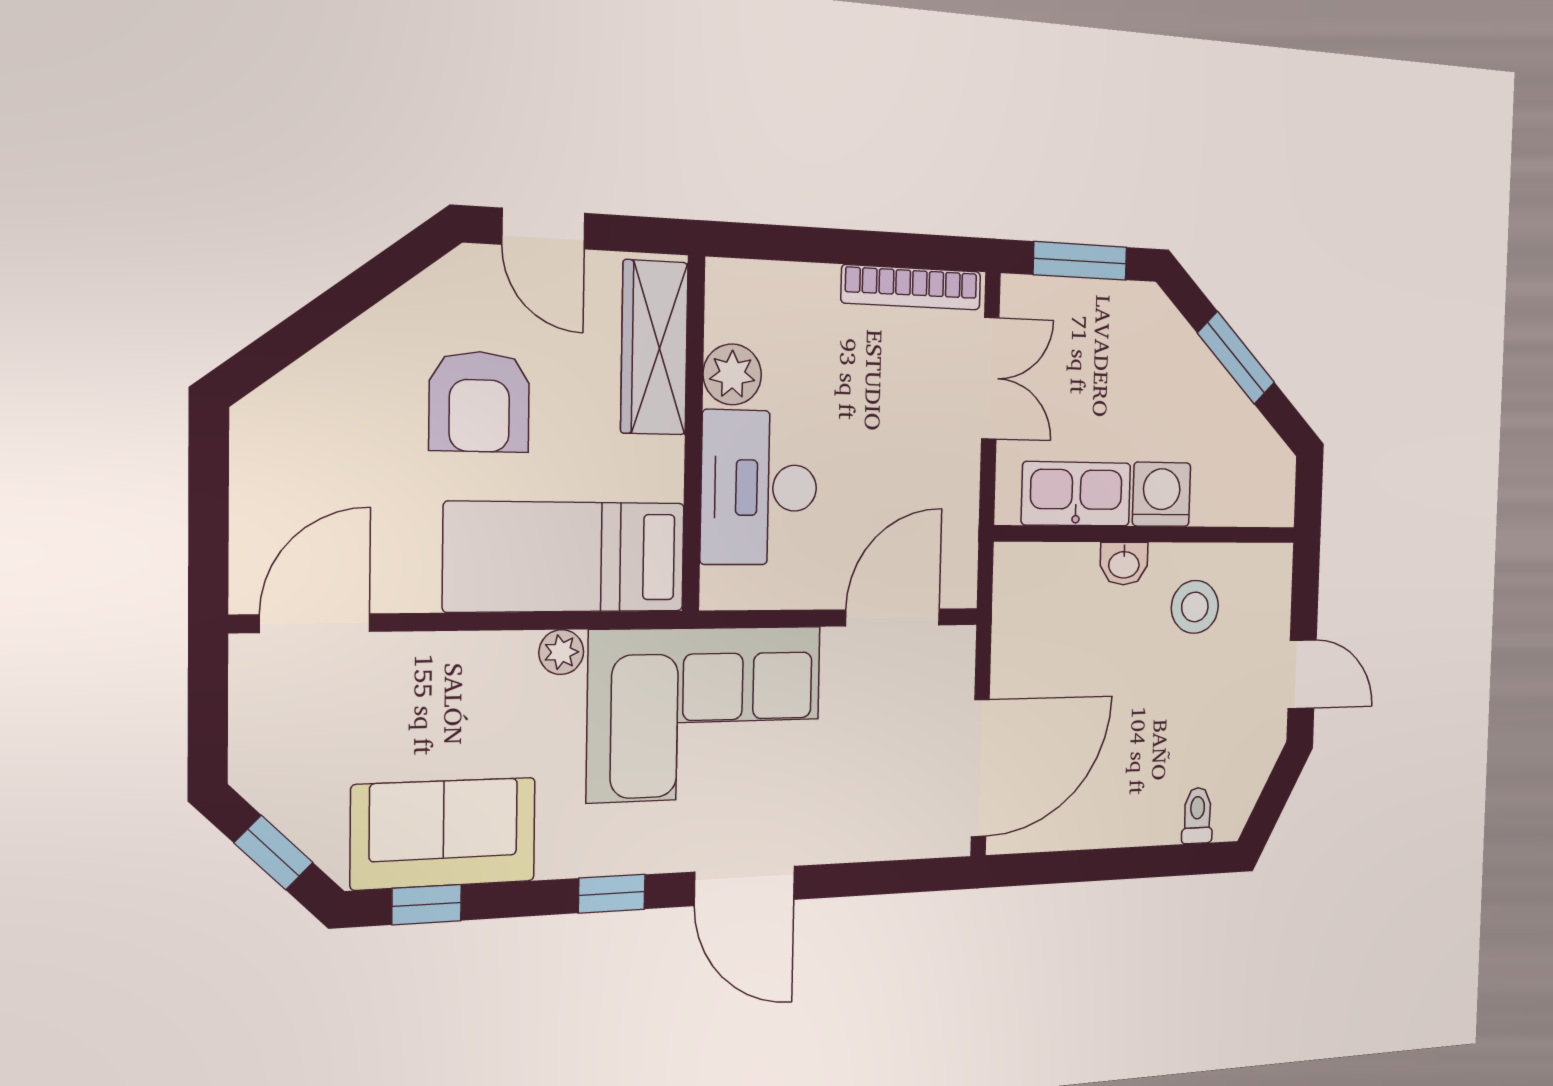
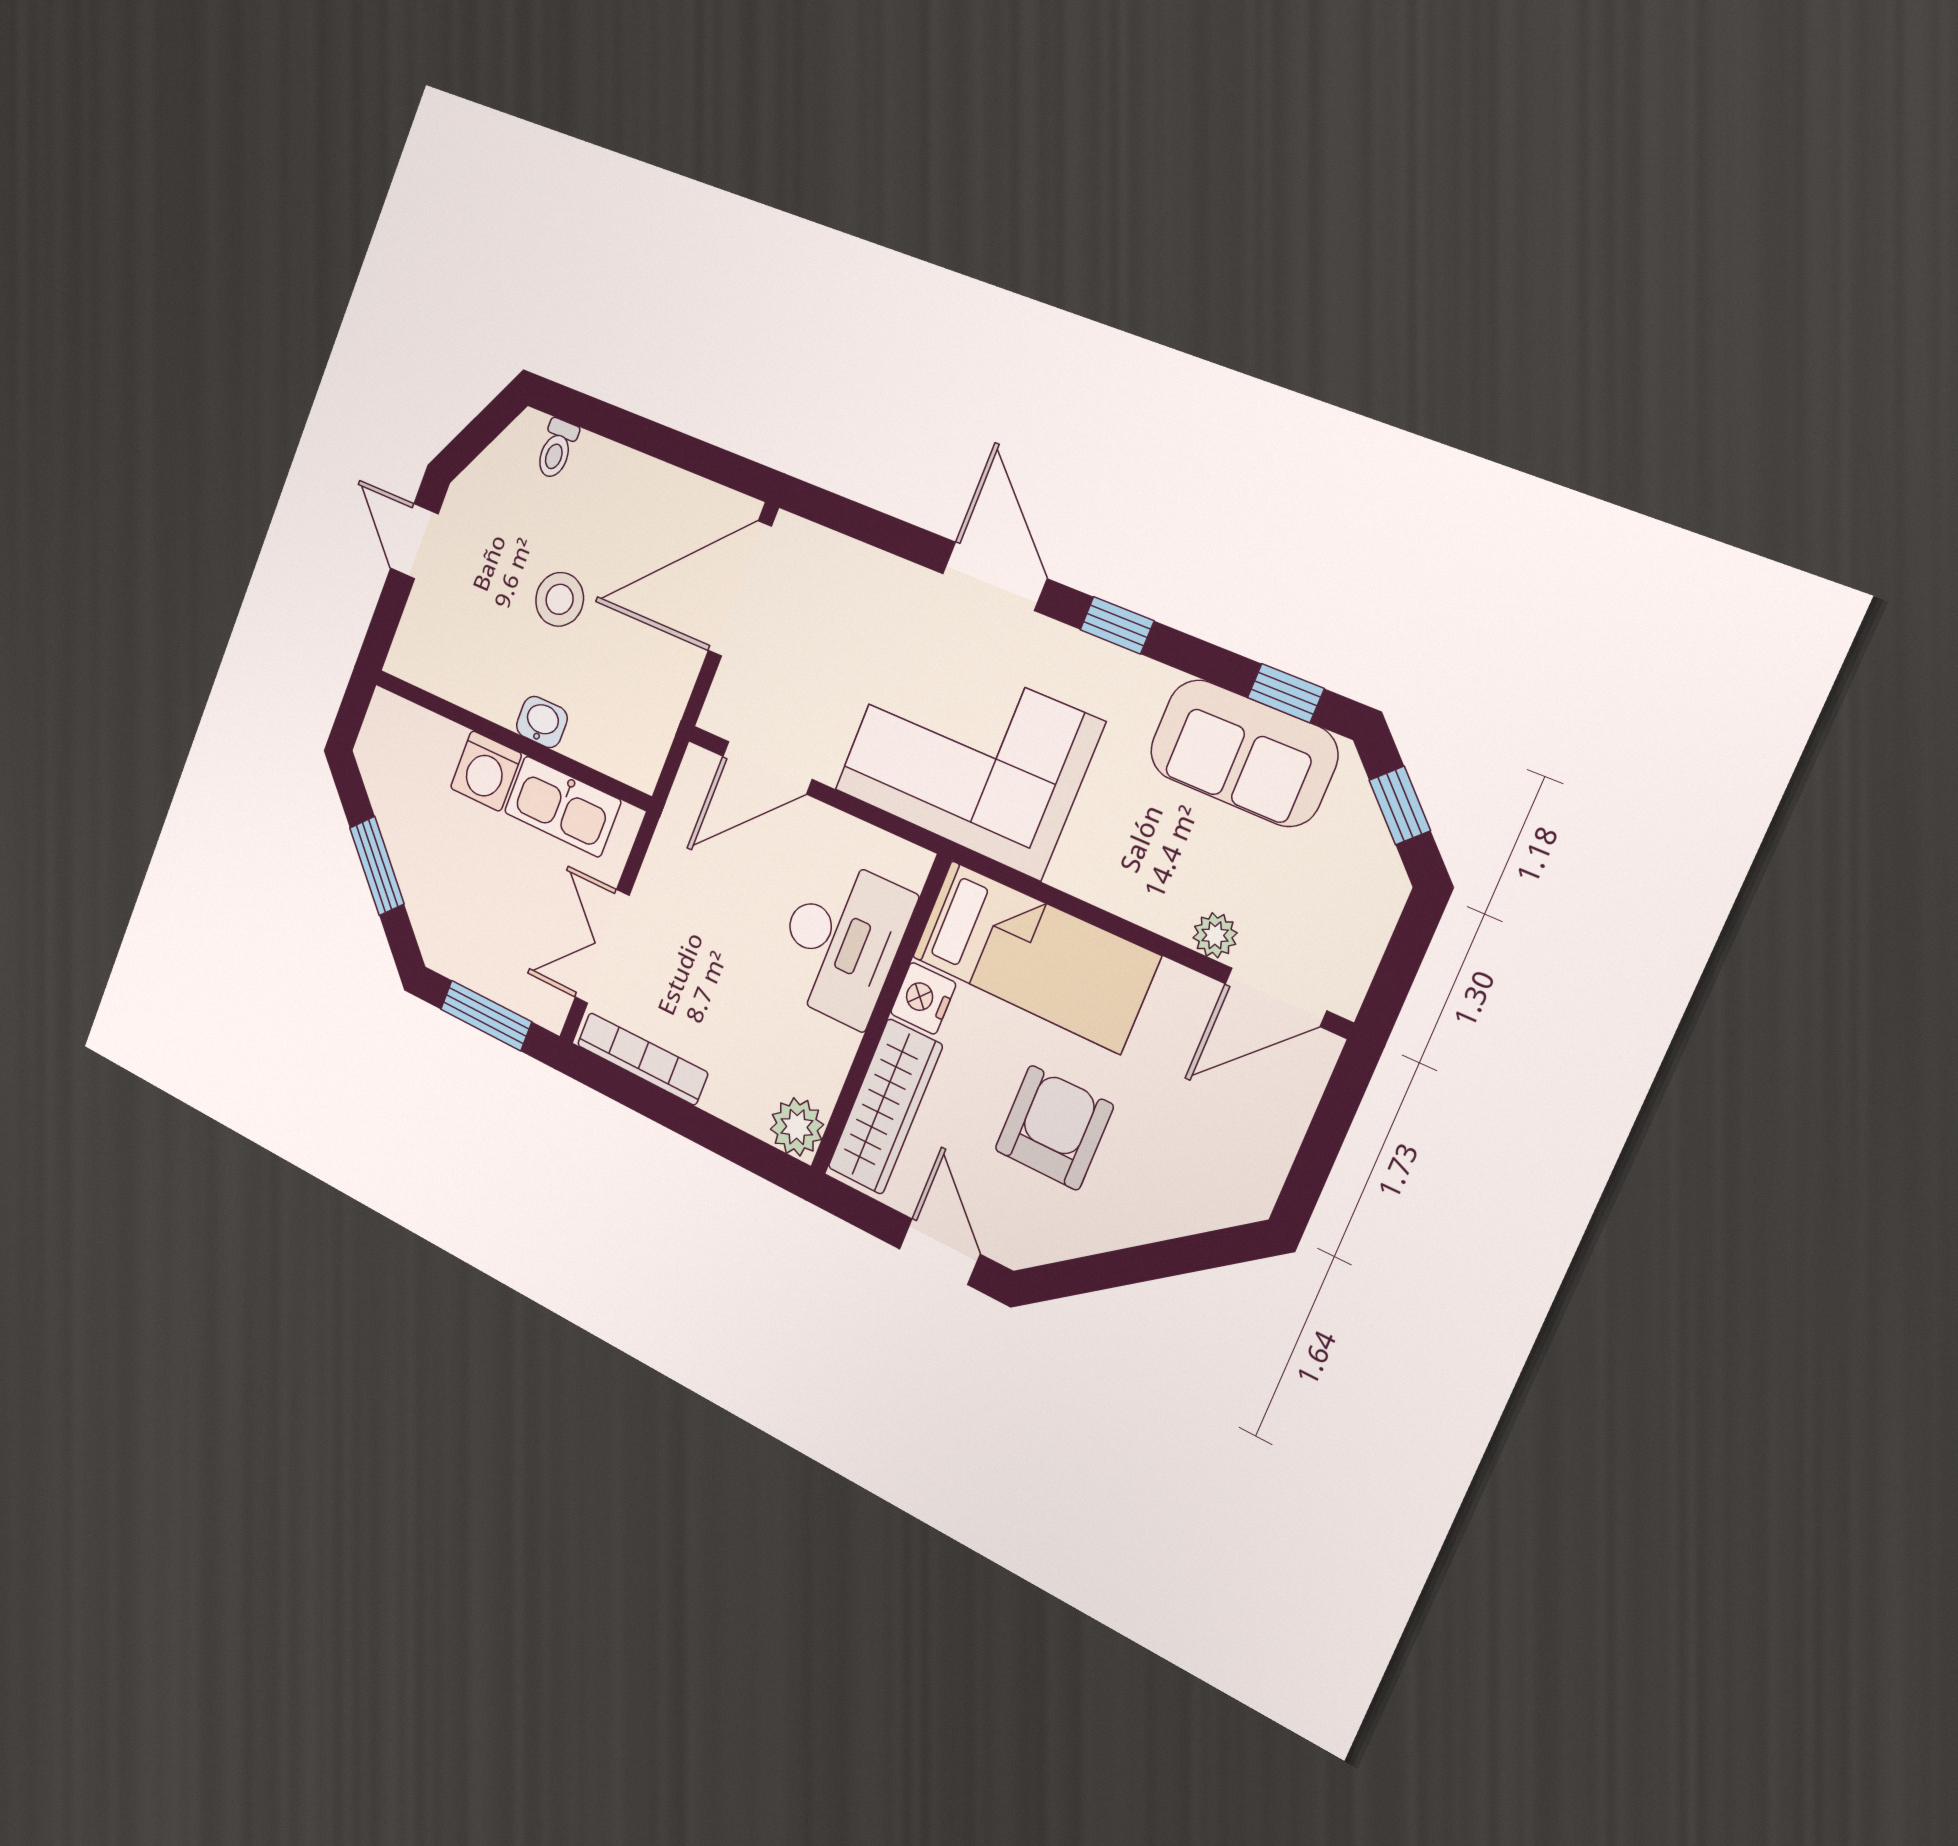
plant: (732, 374) -> (797, 1127), moved
nightstand: (658, 469) -> (923, 998), added
stool: (1195, 607) -> (560, 599), moved
plant: (561, 652) -> (1215, 935), moved

